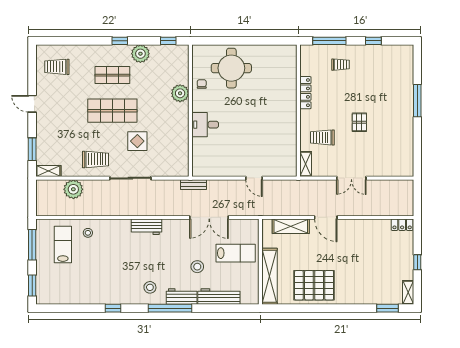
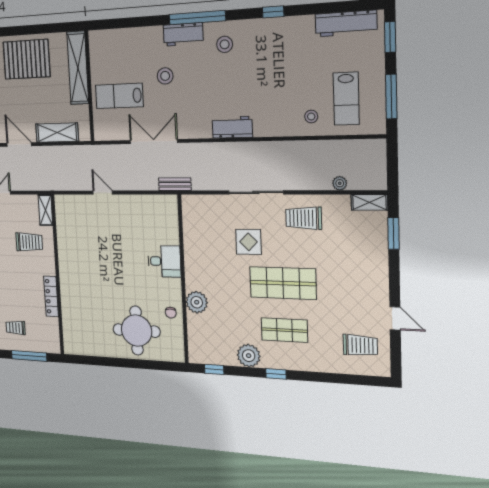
door: (32, 104) -> (395, 318), moved
plant: (73, 189) -> (340, 183), width x0.53, depth x0.53
workbench: (219, 297) -> (346, 24), moved

